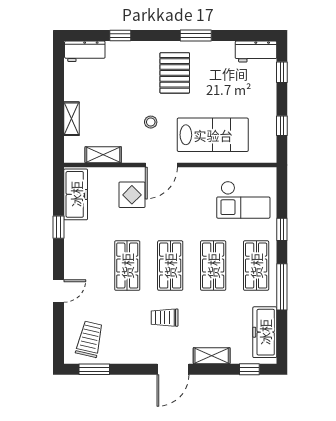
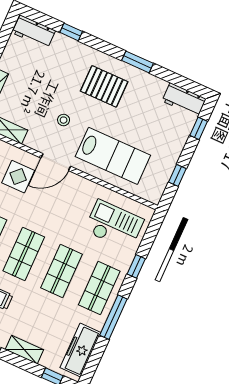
pallet: (175, 73) -> (104, 86), turned 90
checkout: (243, 200) -> (114, 225), turned 180

